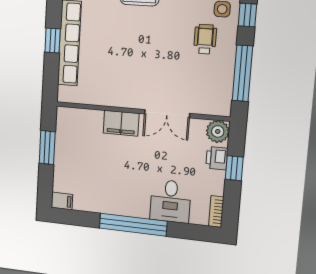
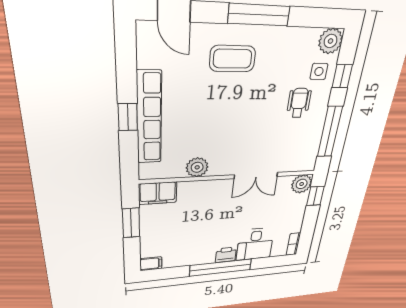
plant: (109, 96) -> (197, 167), added
filing cabinet: (121, 123) -> (158, 193), moved
printer: (217, 158) -> (226, 255), moved, turned 90
window: (234, 168) -> (315, 196), moved

